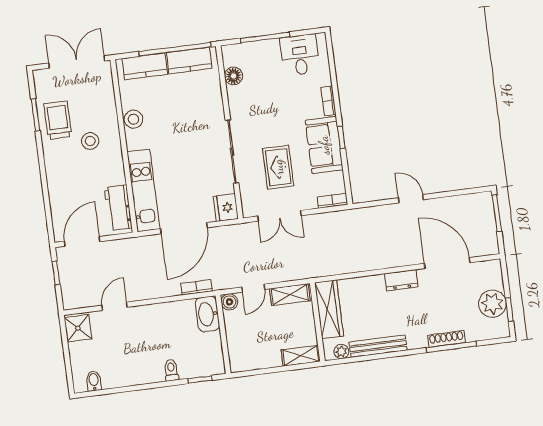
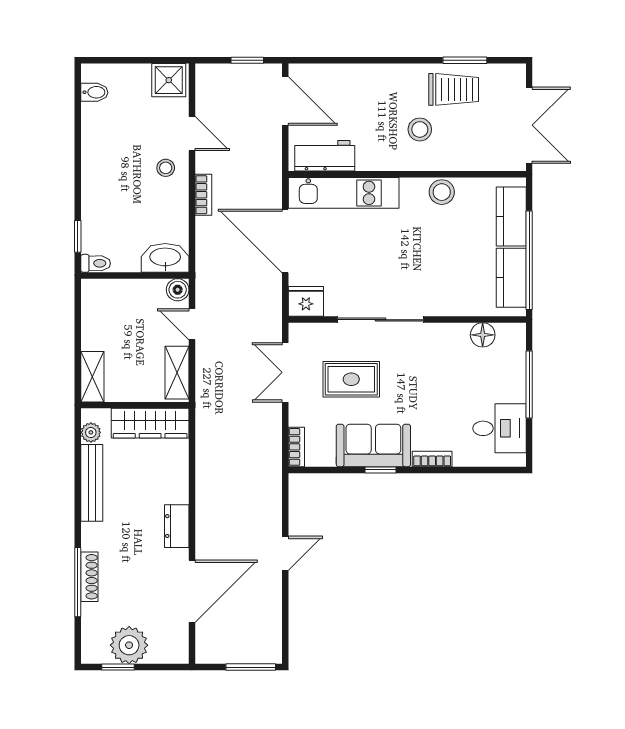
bookcase: (197, 287) -> (203, 195), moved
stool: (142, 322) -> (166, 168), added
toilet: (171, 370) -> (96, 263), moved

